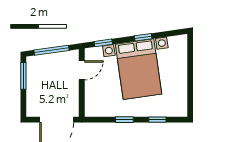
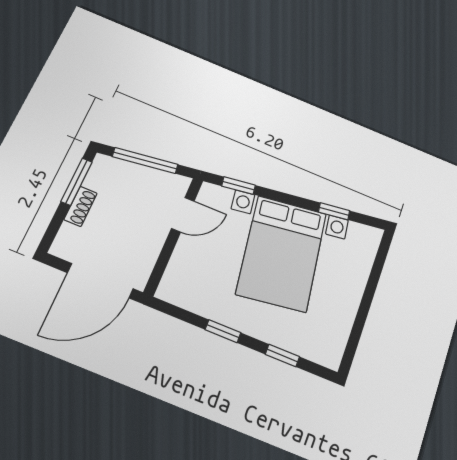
window: (143, 37) -> (334, 211), moved
shoe rack: (31, 87) -> (81, 206), added

